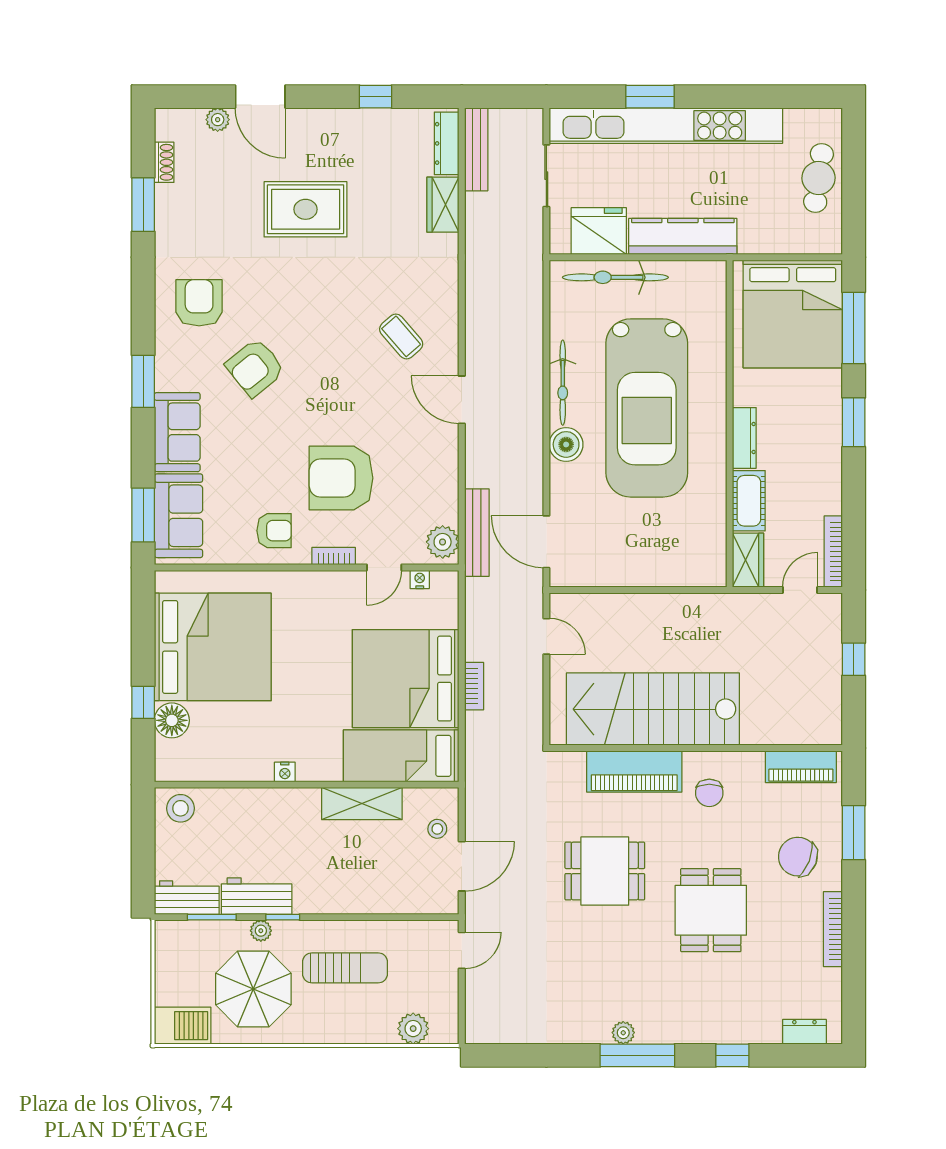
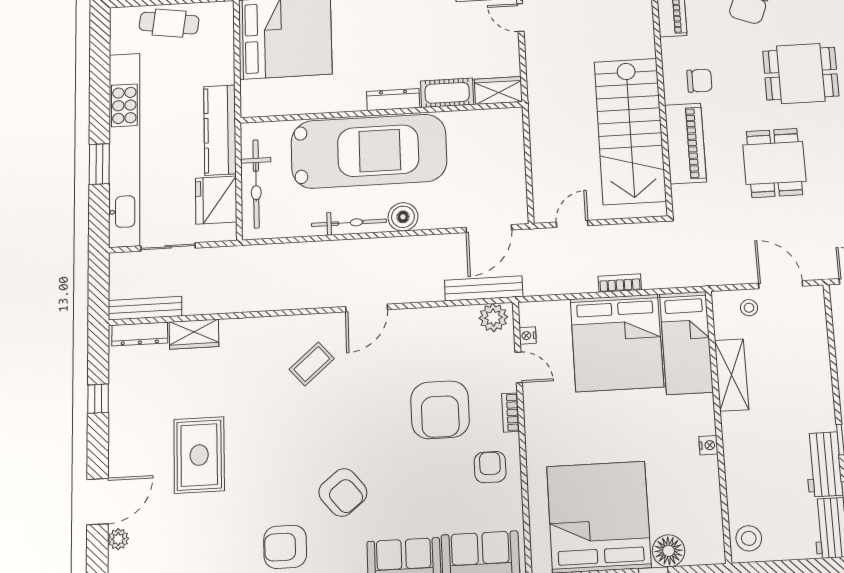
wall: (730, 424) -> (381, 112), moved
dresser: (744, 438) -> (393, 100), moved
cot: (749, 501) -> (447, 93), moved
wardrobe: (748, 560) -> (498, 91), moved

